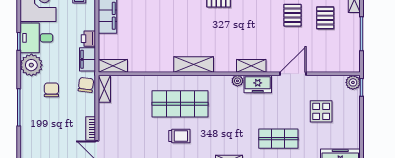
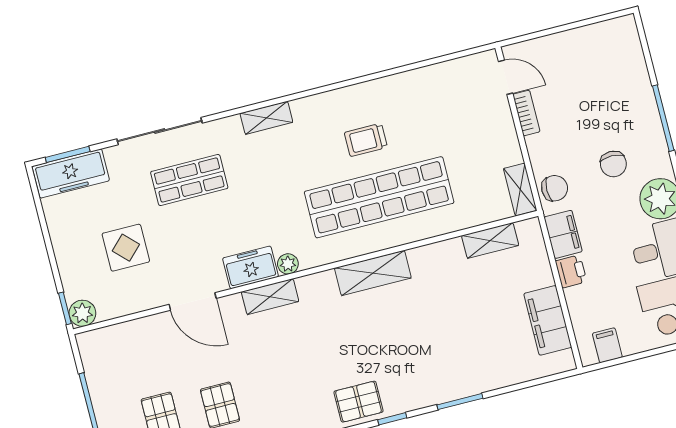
shelving: (113, 66) -> (490, 241), moved
door: (293, 74) -> (193, 301), hinge flipped
chair: (86, 85) -> (555, 188), turned -97
shop shelf: (180, 104) -> (379, 197), width x1.40

